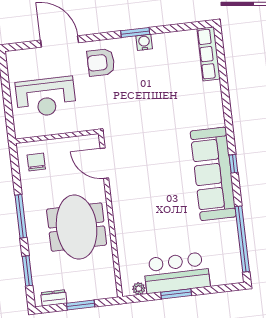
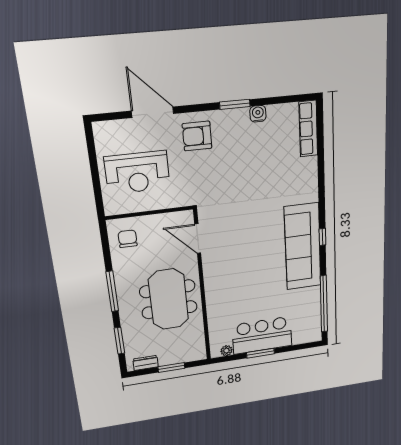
water cooler: (144, 42) -> (258, 114), moved

